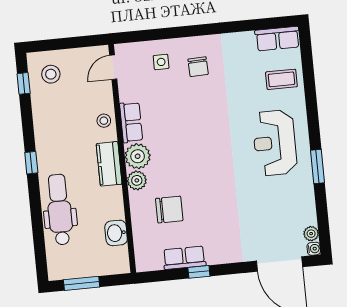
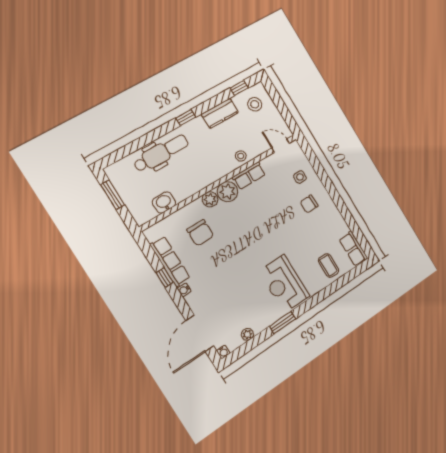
reception desk: (275, 143) -> (284, 284), turned -90
kitchen counter: (109, 164) -> (220, 113), moved, turned 180
plant: (311, 234) -> (247, 334), moved
row of seats: (184, 258) -> (170, 261), width x1.48
water cooler: (223, 258) -> (184, 290), added

